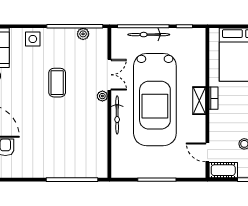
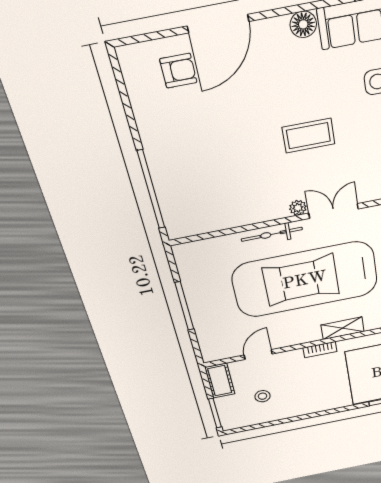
double door: (109, 75) -> (334, 211), swing flipped
shelving: (199, 101) -> (343, 328), moved
door: (207, 152) -> (258, 355), moved

